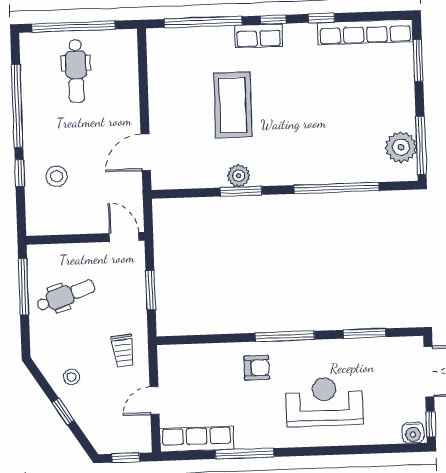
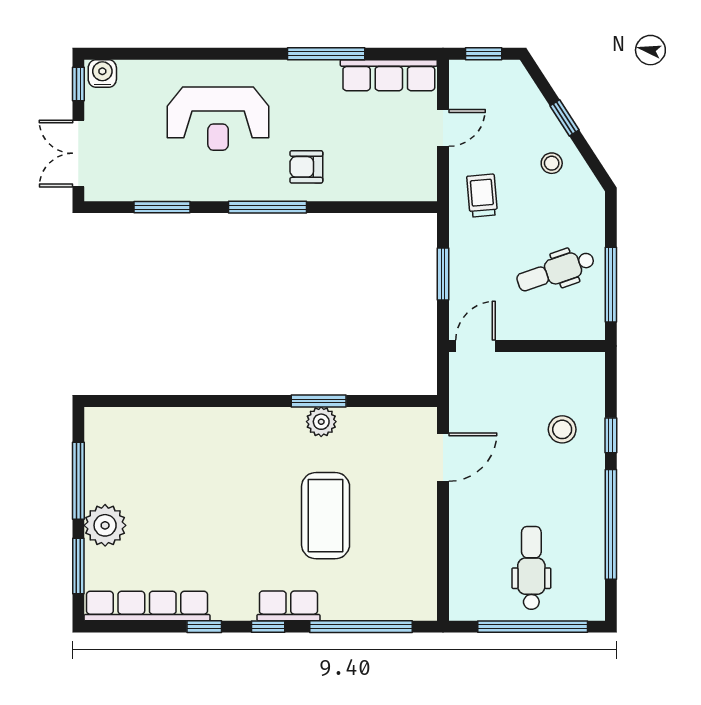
window: (421, 145) -> (78, 481), moved
plant: (401, 147) -> (105, 525), moved
window: (336, 188) -> (192, 401), removed
door: (124, 237) -> (476, 346), swing flipped

